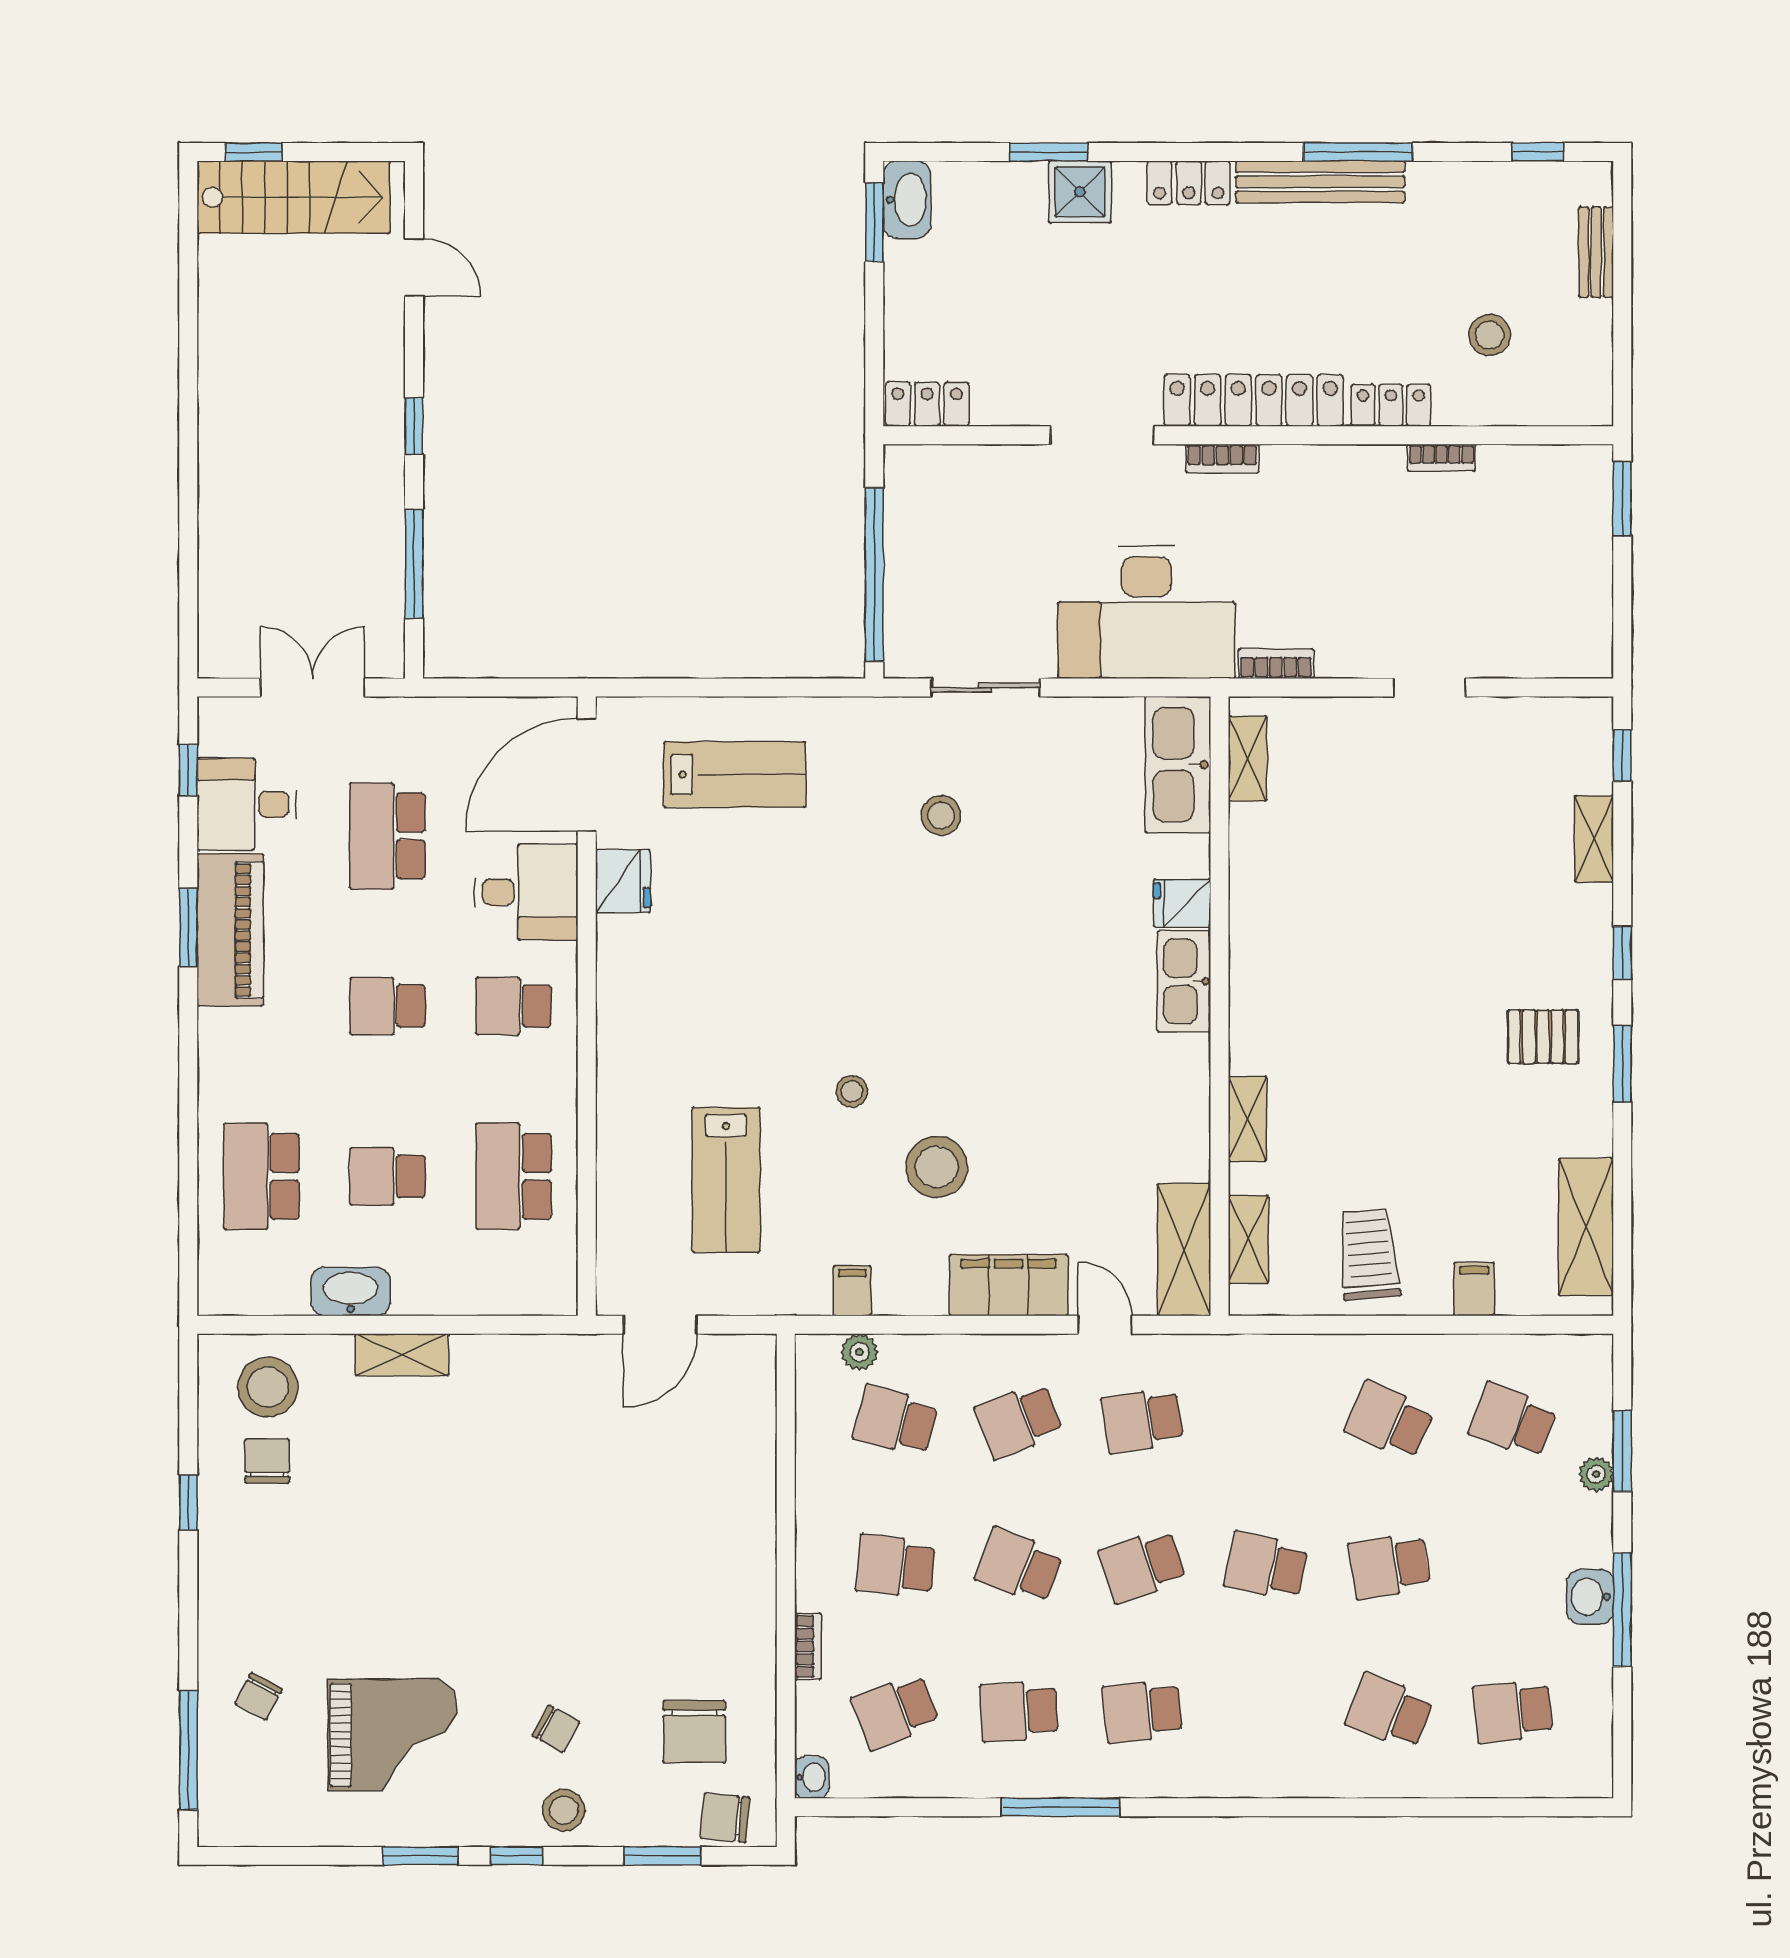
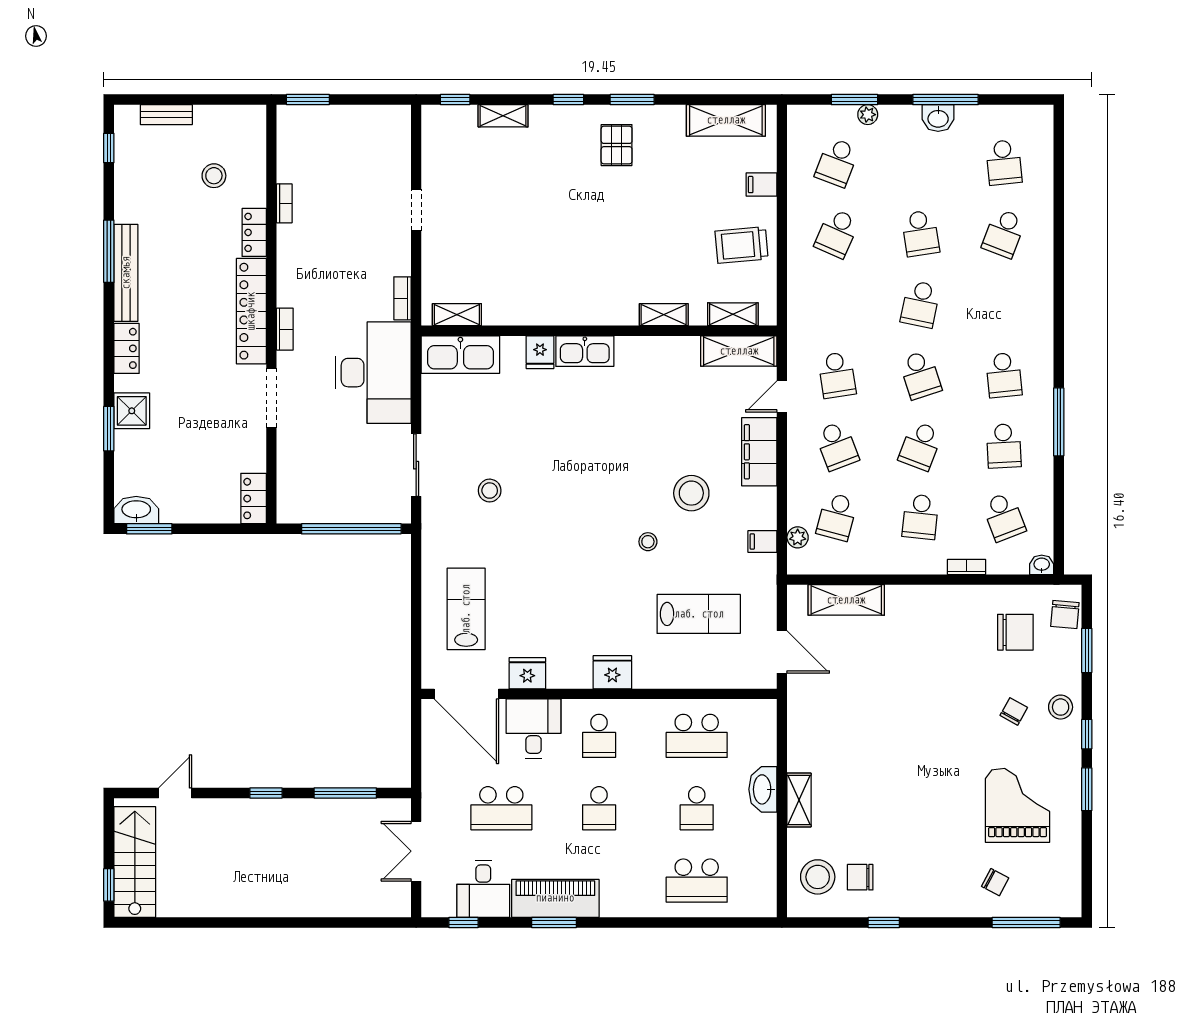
fridge: (624, 1029) -> (612, 672), added
washbasin: (351, 1292) -> (763, 789), moved
shelving: (750, 1437) -> (846, 600), added

